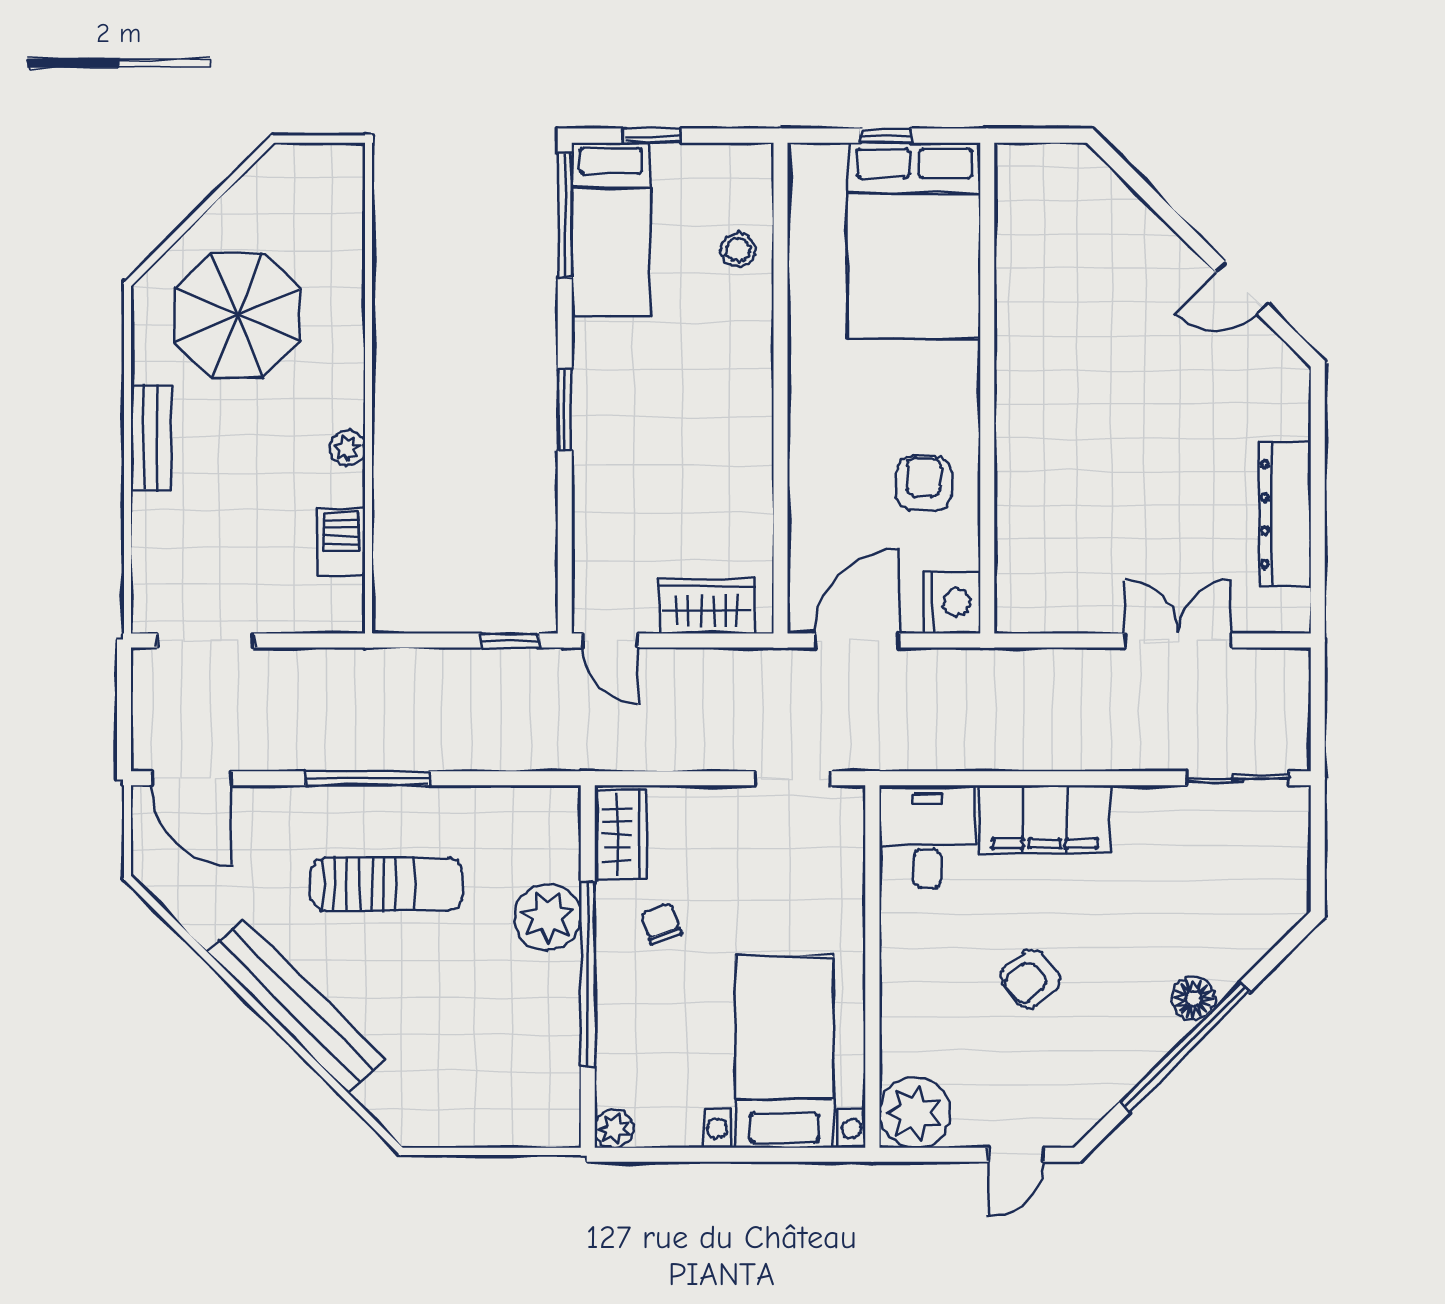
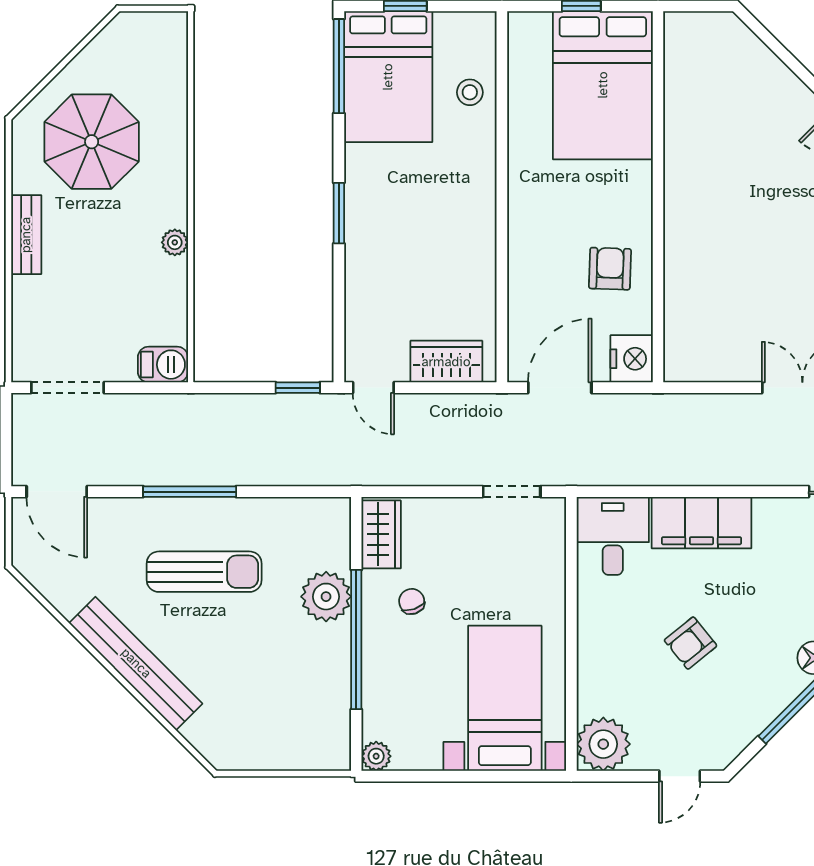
bed: (611, 229) -> (388, 77), width x1.50
barbecue: (342, 542) -> (163, 365), moved, turned 90

